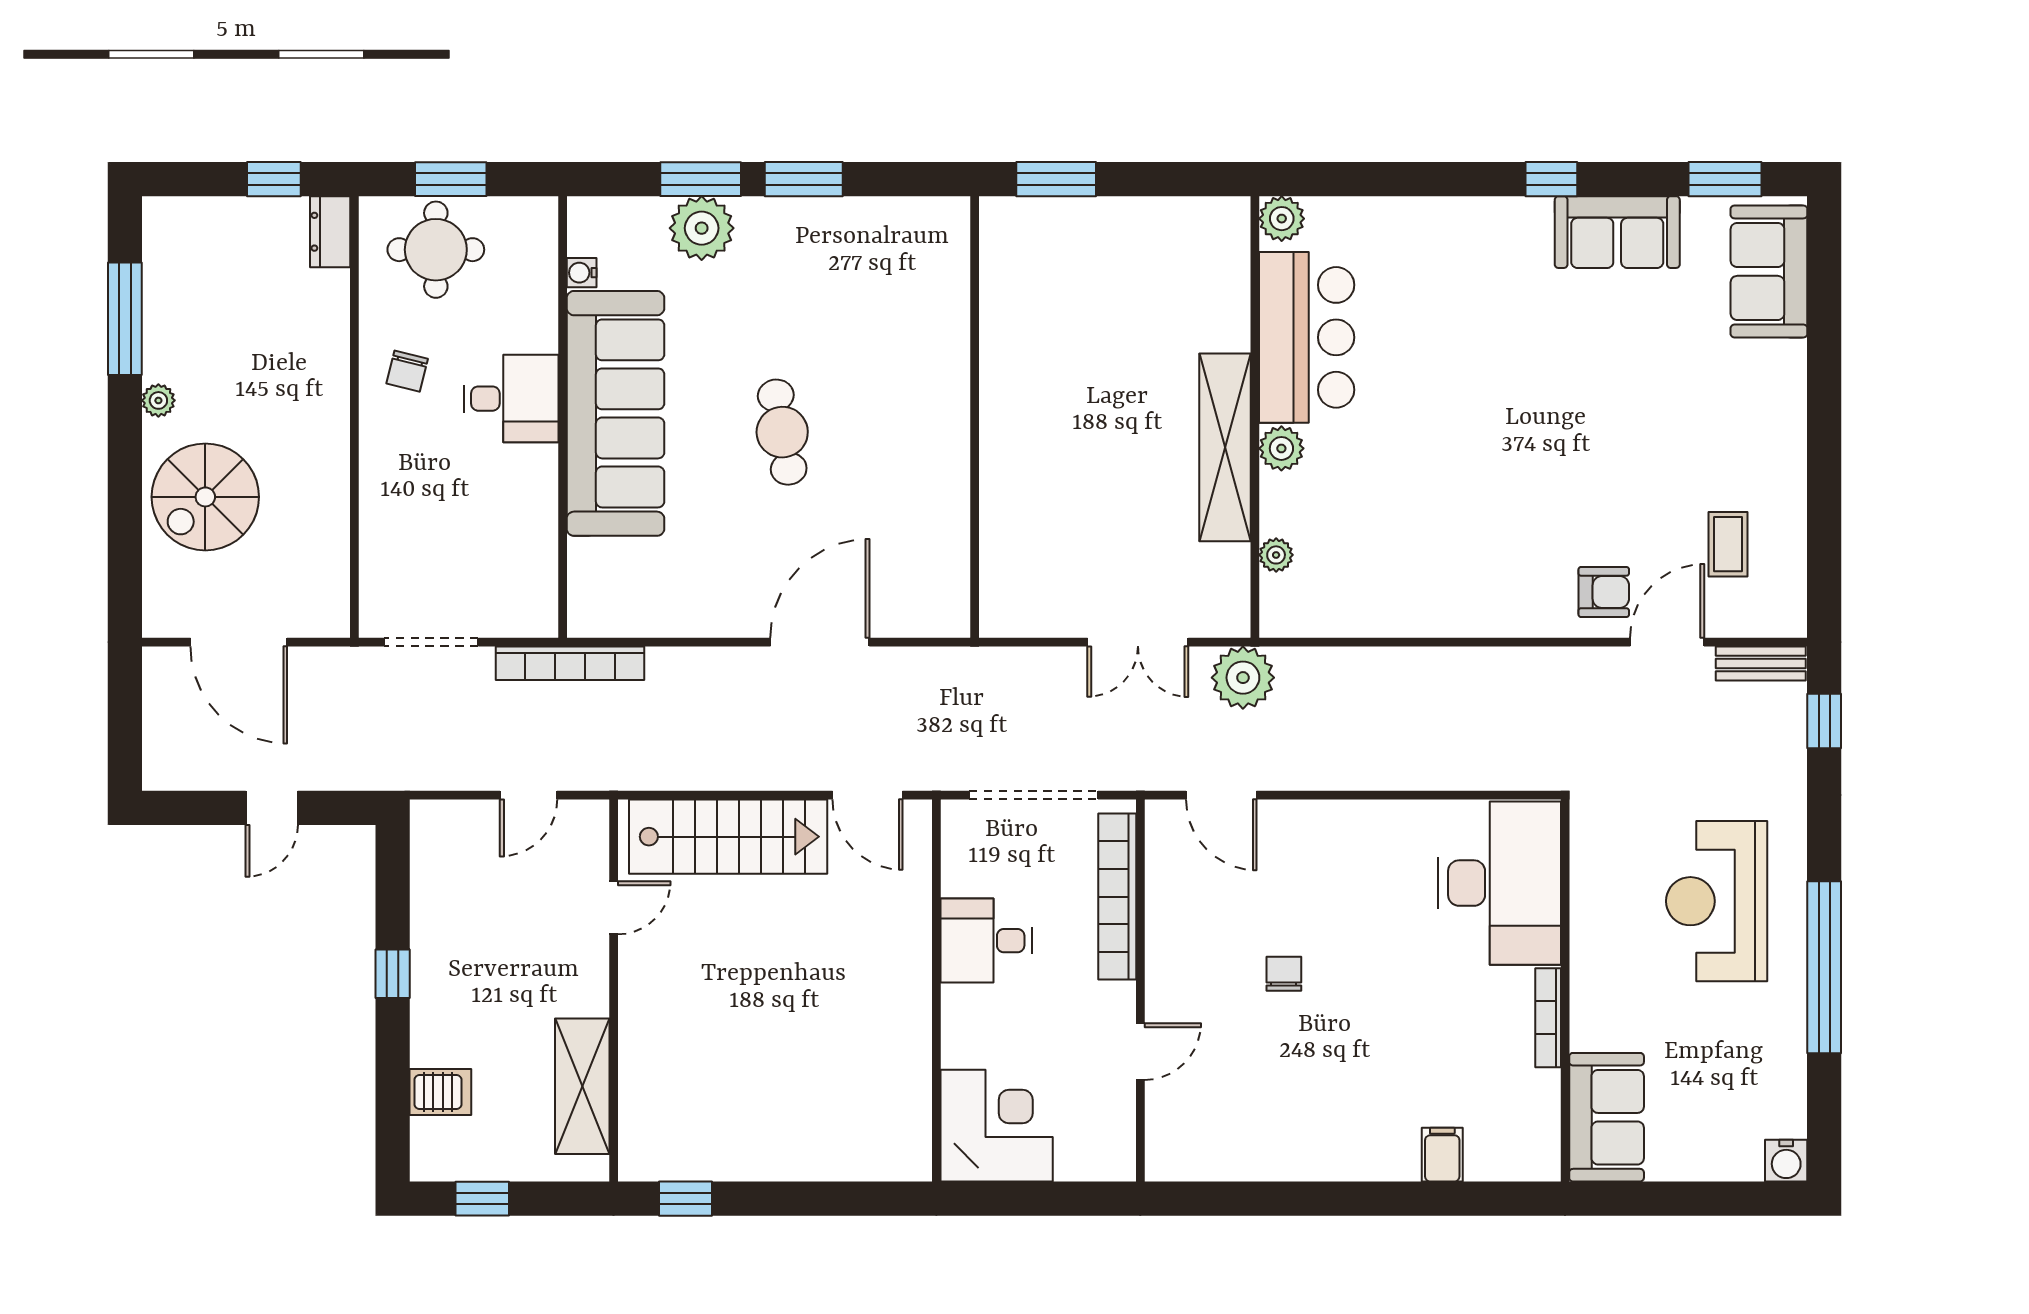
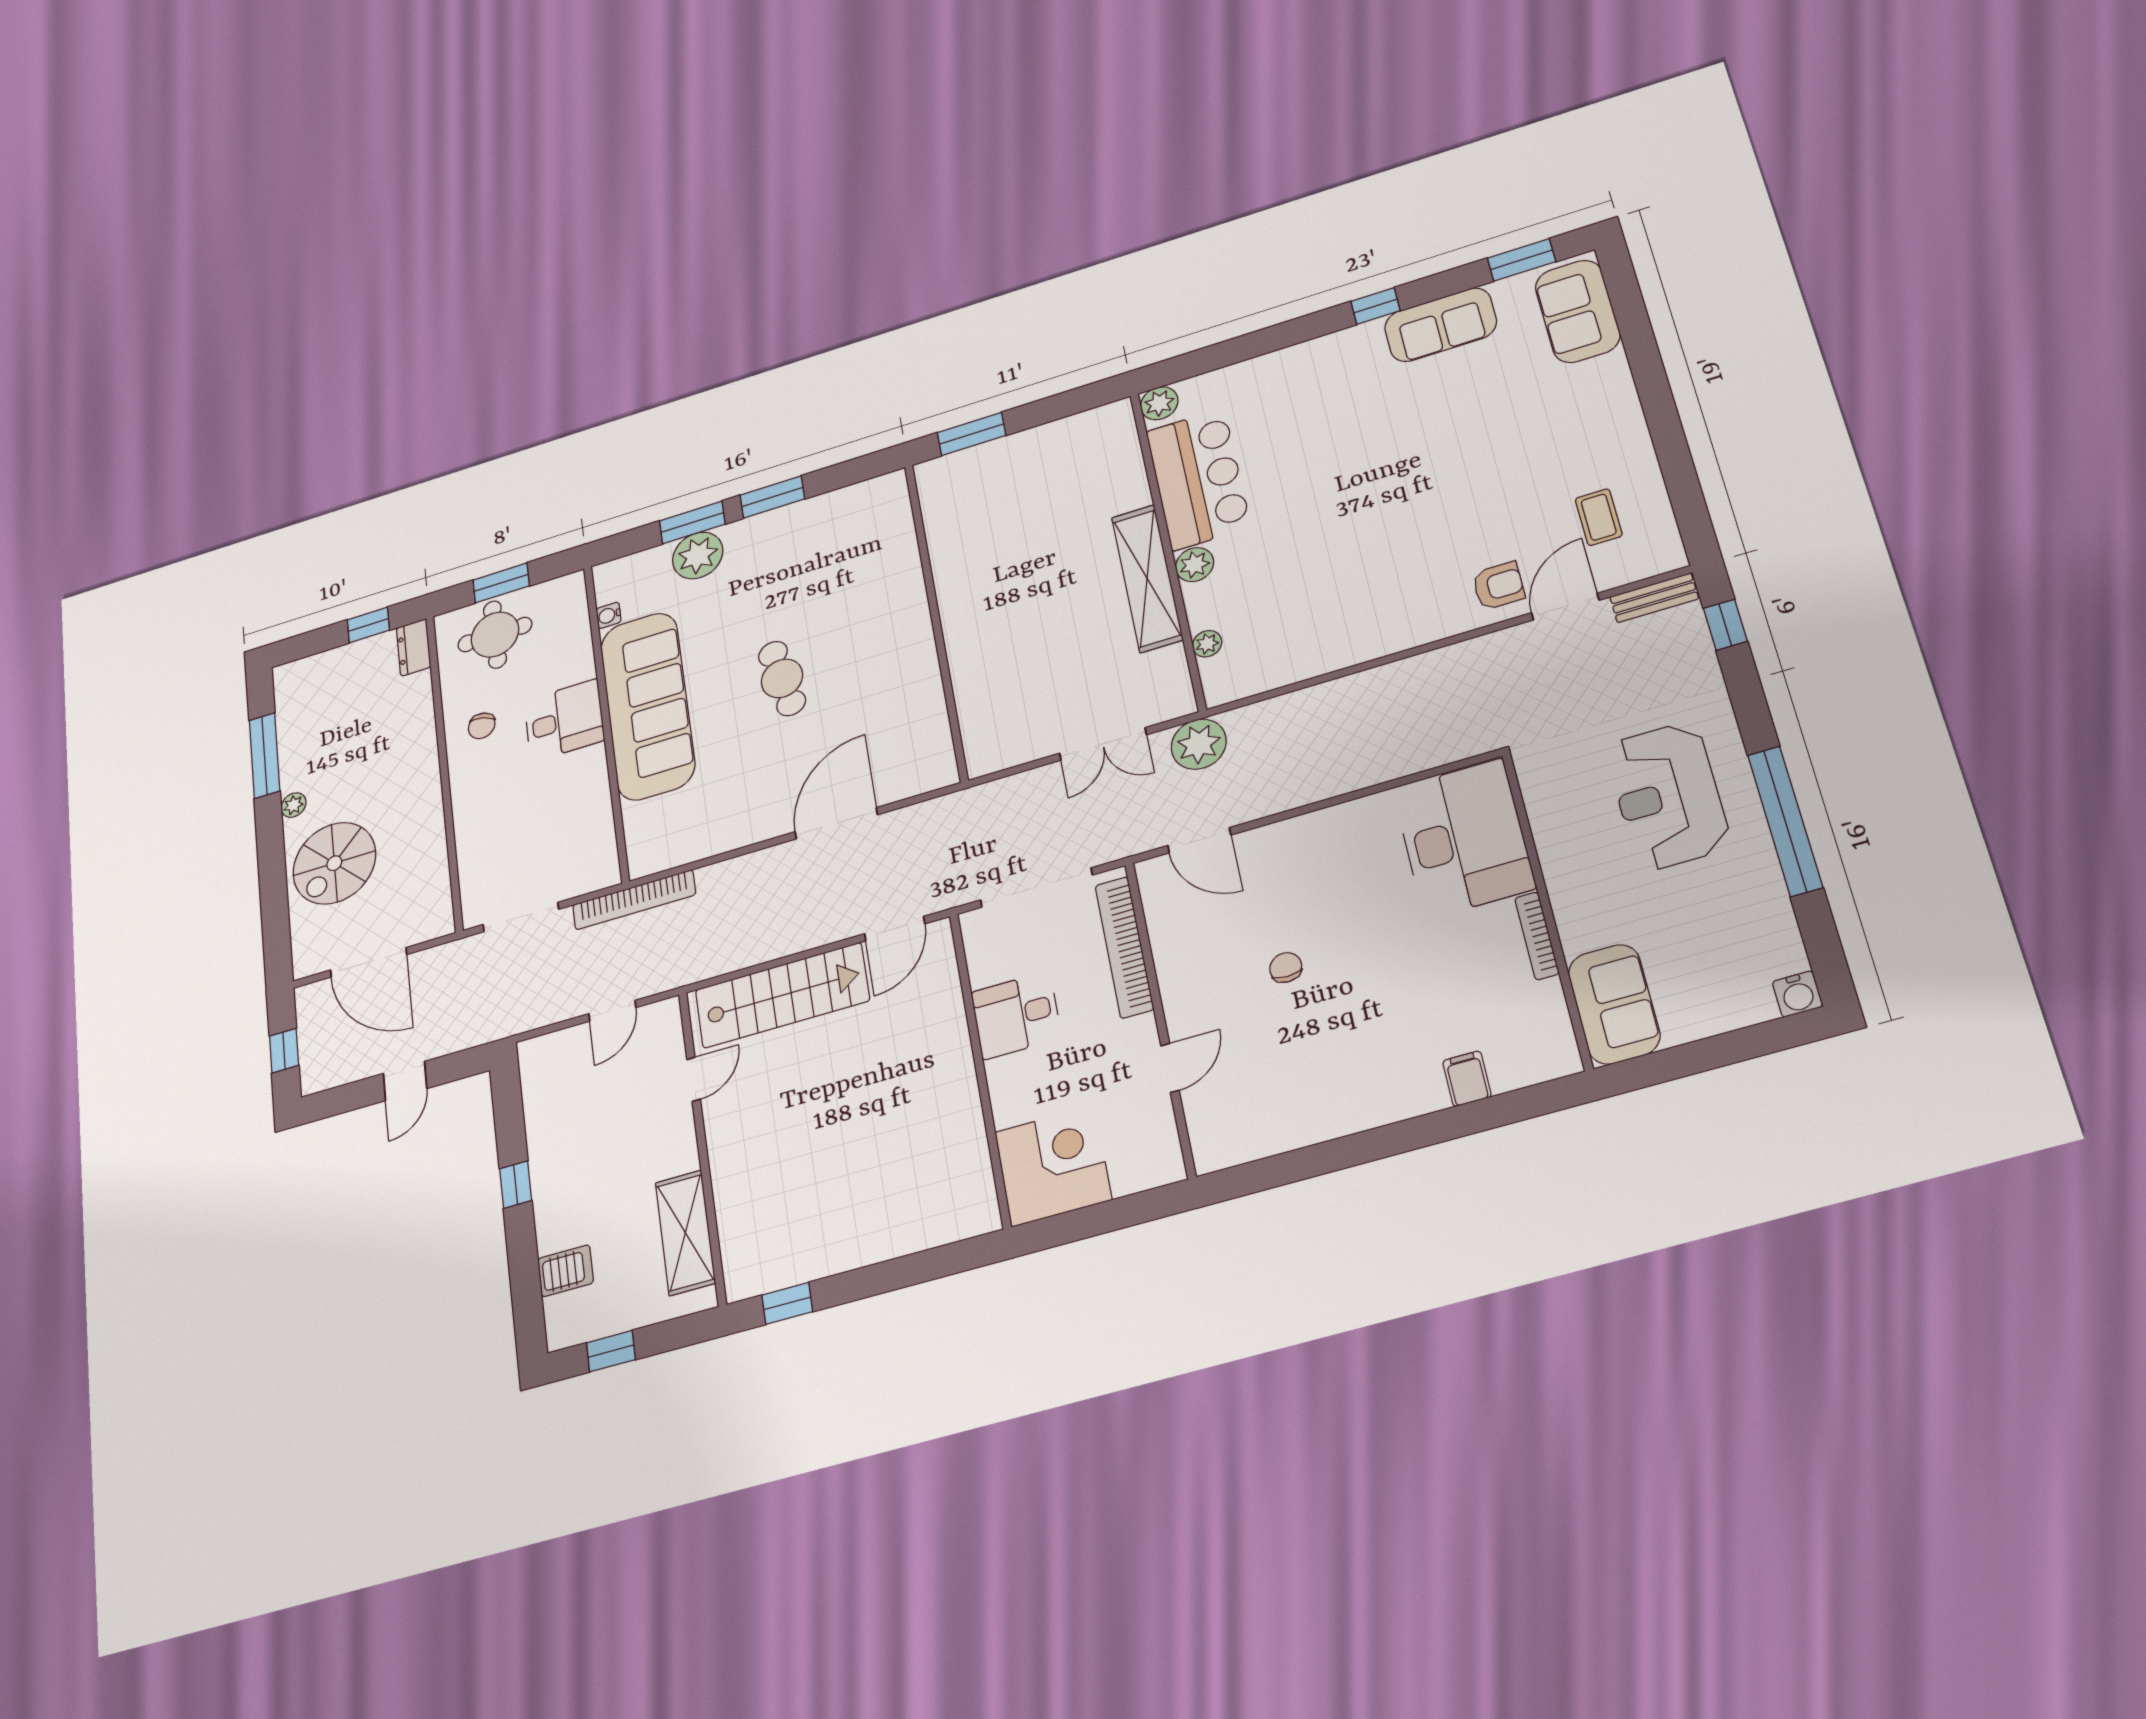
window: (125, 724) -> (284, 1051), added
door: (868, 795) -> (895, 929), hinge flipped

